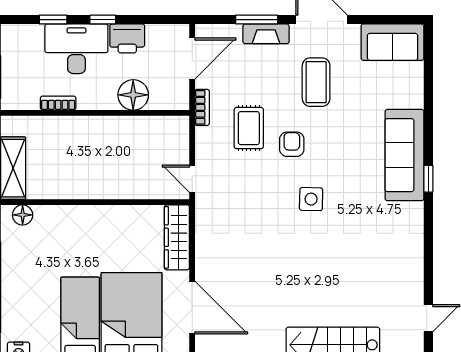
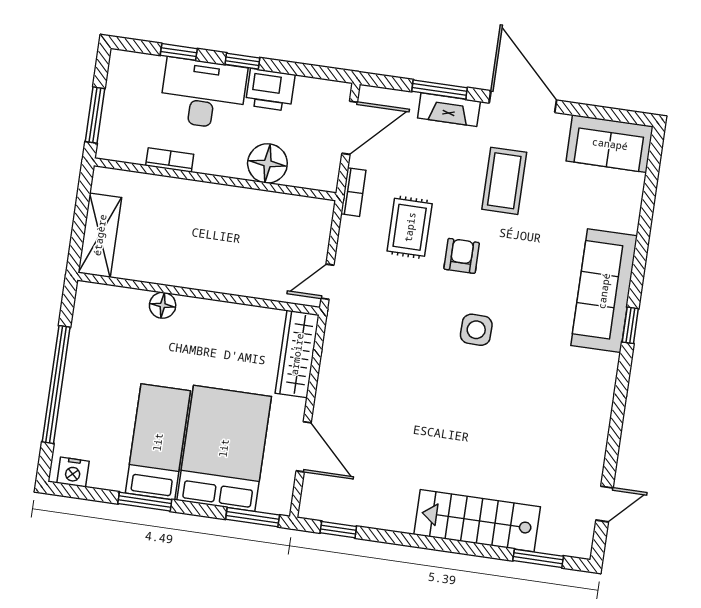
door: (192, 179) -> (327, 282), hinge flipped
floor lamp: (23, 215) -> (163, 305), moved
door: (192, 308) -> (304, 447), width x0.73

